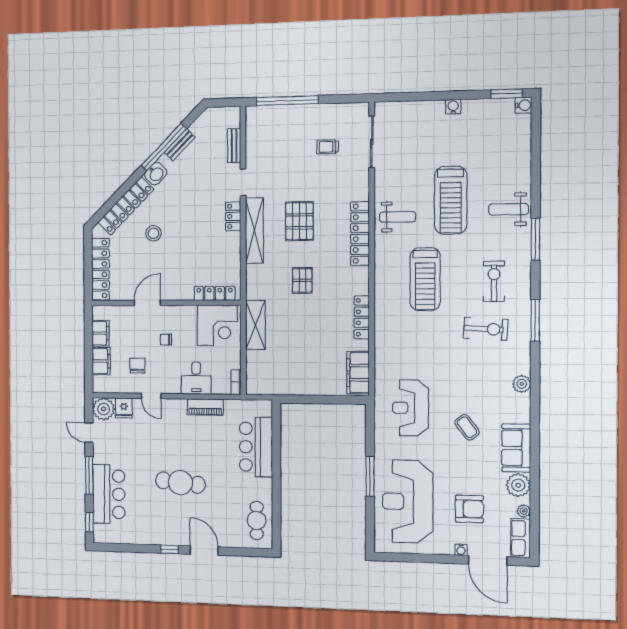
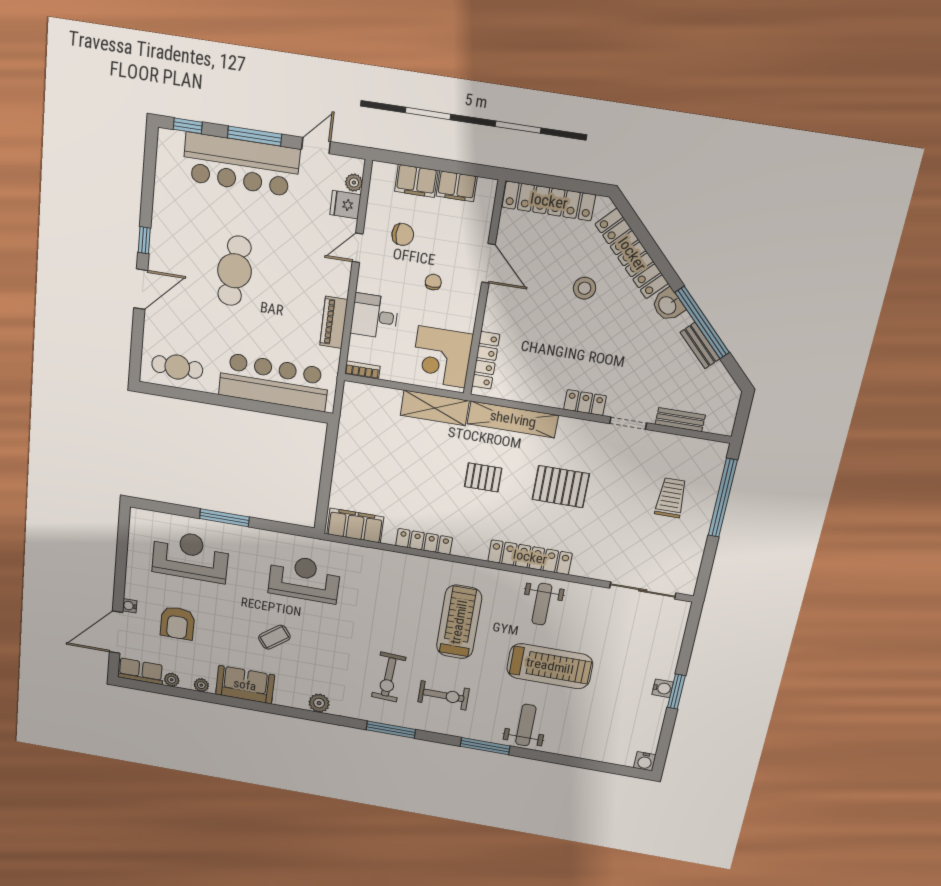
window: (507, 94) -> (676, 692), moved
trolley: (327, 147) -> (671, 498), moved, width x1.36, depth x1.39
treadmill: (451, 200) -> (550, 666), turned 180
shelving: (254, 231) -> (513, 419), moved
treadmill: (425, 279) -> (459, 622), turned 90
plant: (104, 409) -> (354, 183), width x0.53, depth x0.53
bar counter: (256, 447) -> (274, 382), width x1.36
plant: (518, 485) -> (201, 685), width x0.53, depth x0.53
bar counter: (109, 494) -> (241, 165), width x1.36
reception desk: (408, 502) -> (190, 556), width x0.74, depth x0.77

